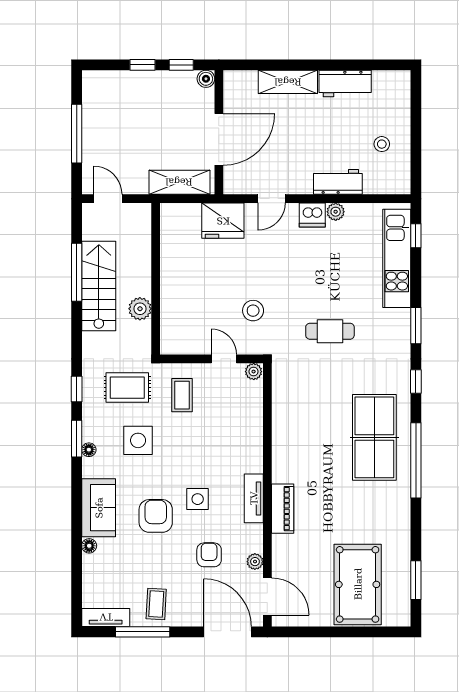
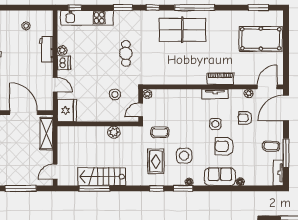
wall: (156, 279) -> (98, 124), moved
plant: (140, 309) -> (114, 132), moved

